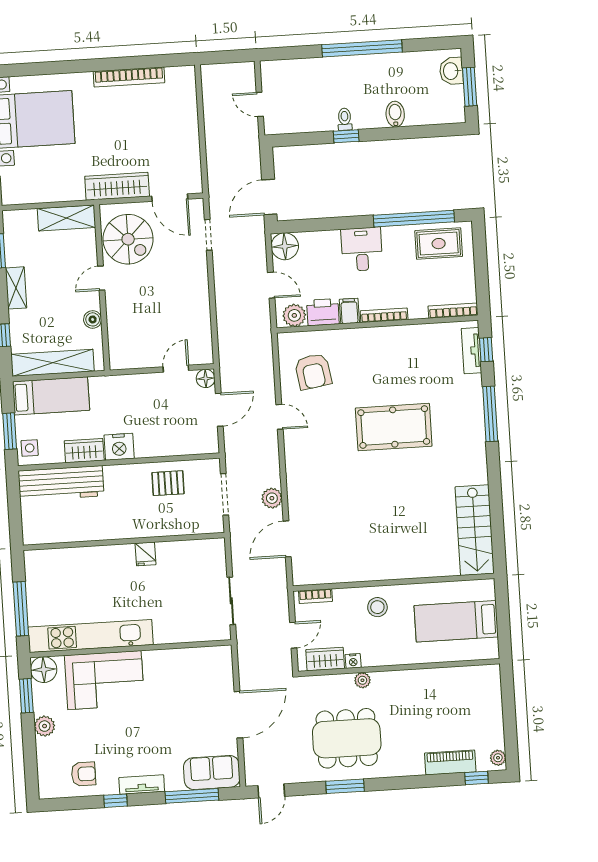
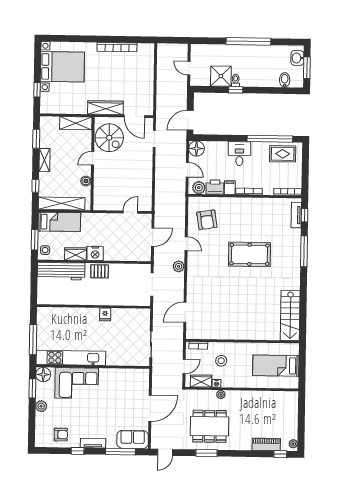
shower: (318, 114) -> (221, 76), added
bidet: (395, 114) -> (285, 80), moved
floor lamp: (206, 378) -> (146, 219), removed
pallet: (168, 483) -> (100, 271), moved
plant: (272, 498) -> (179, 266), moved
stool: (377, 607) -> (221, 361), moved

